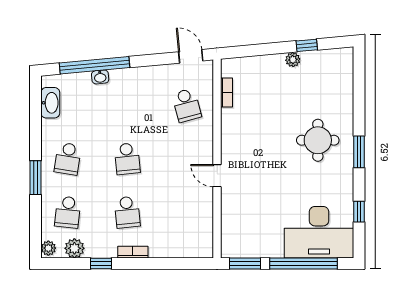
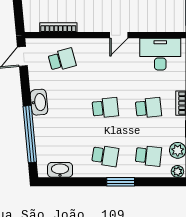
washbasin: (100, 77) -> (39, 102), moved, width x1.91, depth x1.45
bookcase: (226, 92) -> (58, 27), width x1.56
desk: (194, 227) -> (160, 54), added

